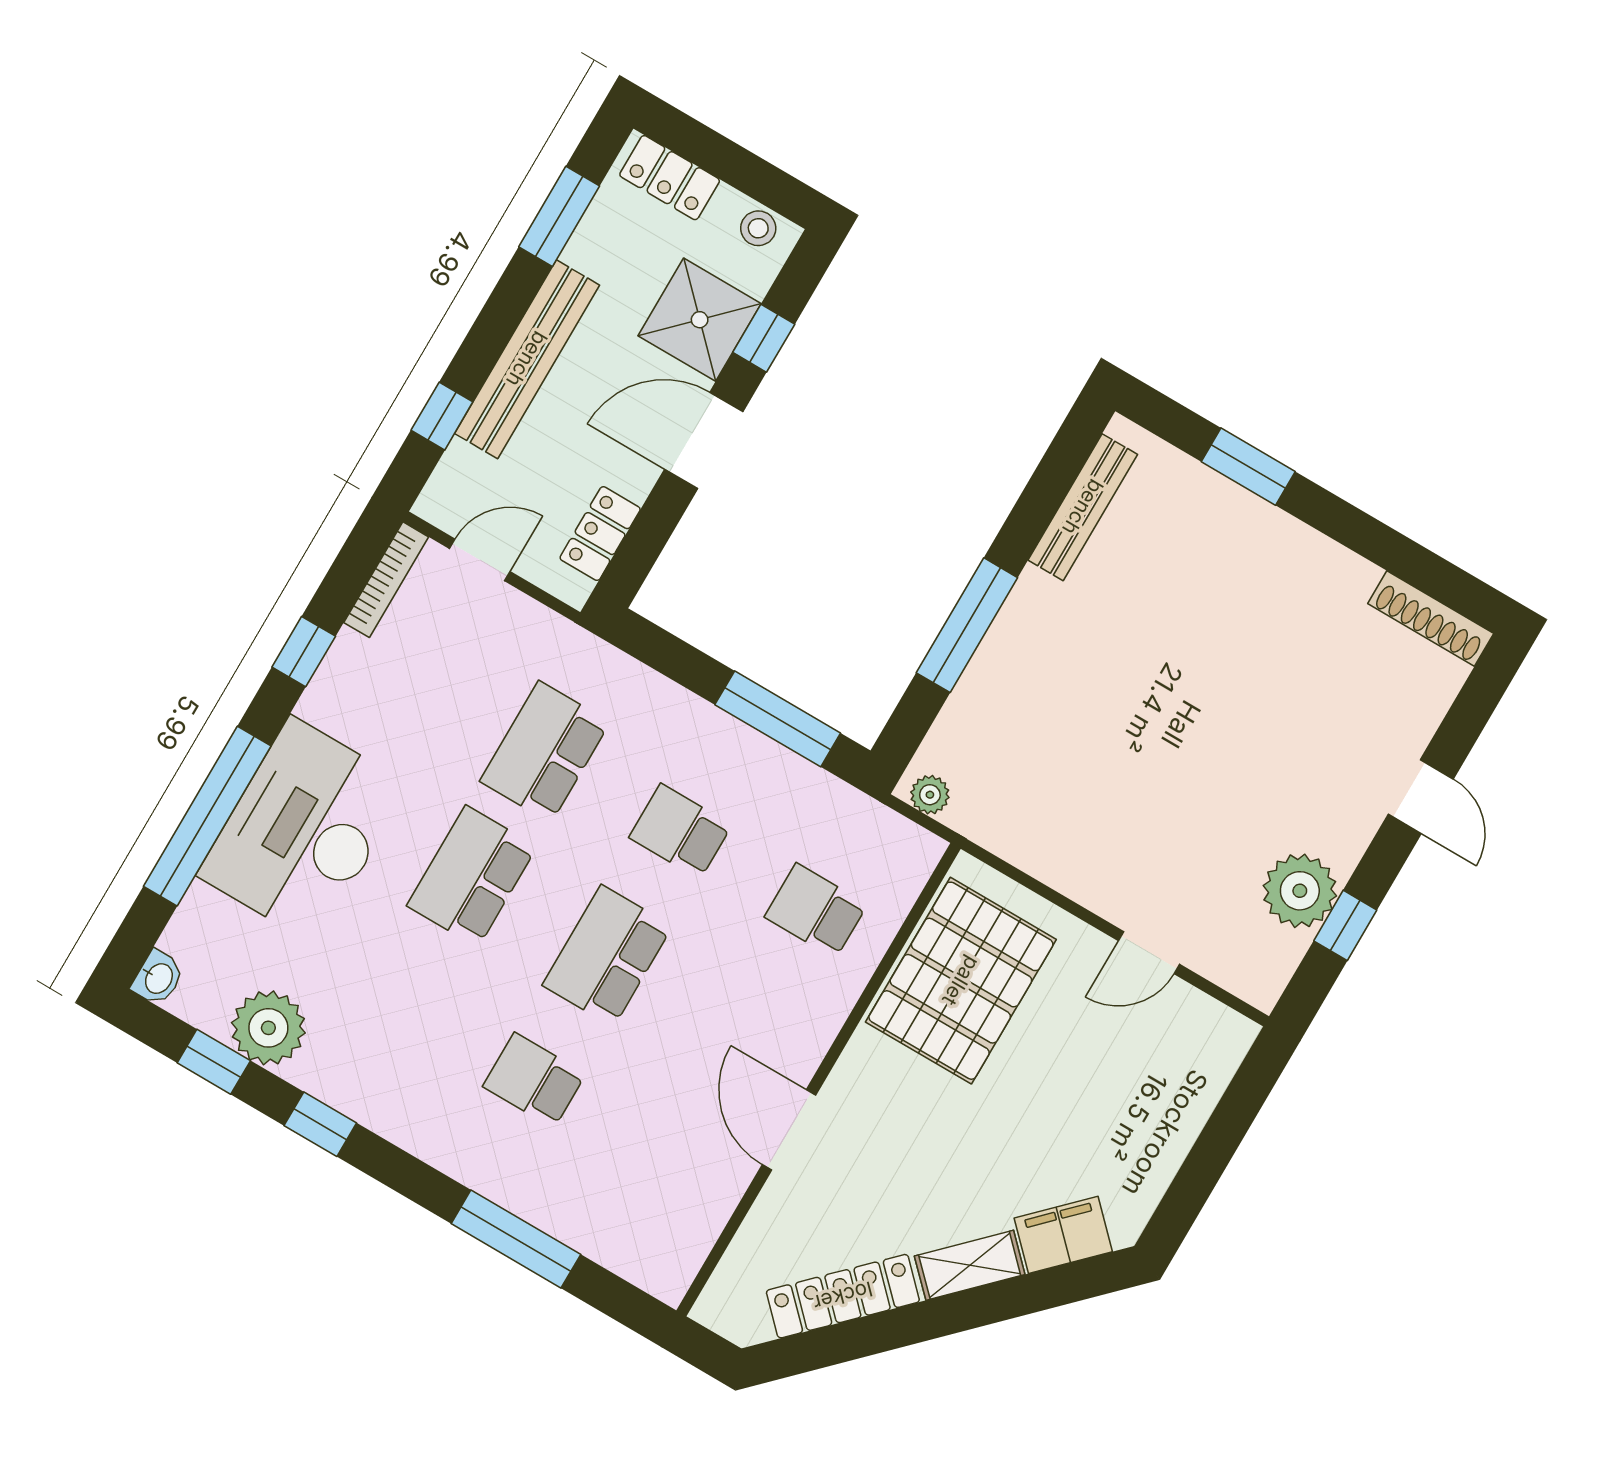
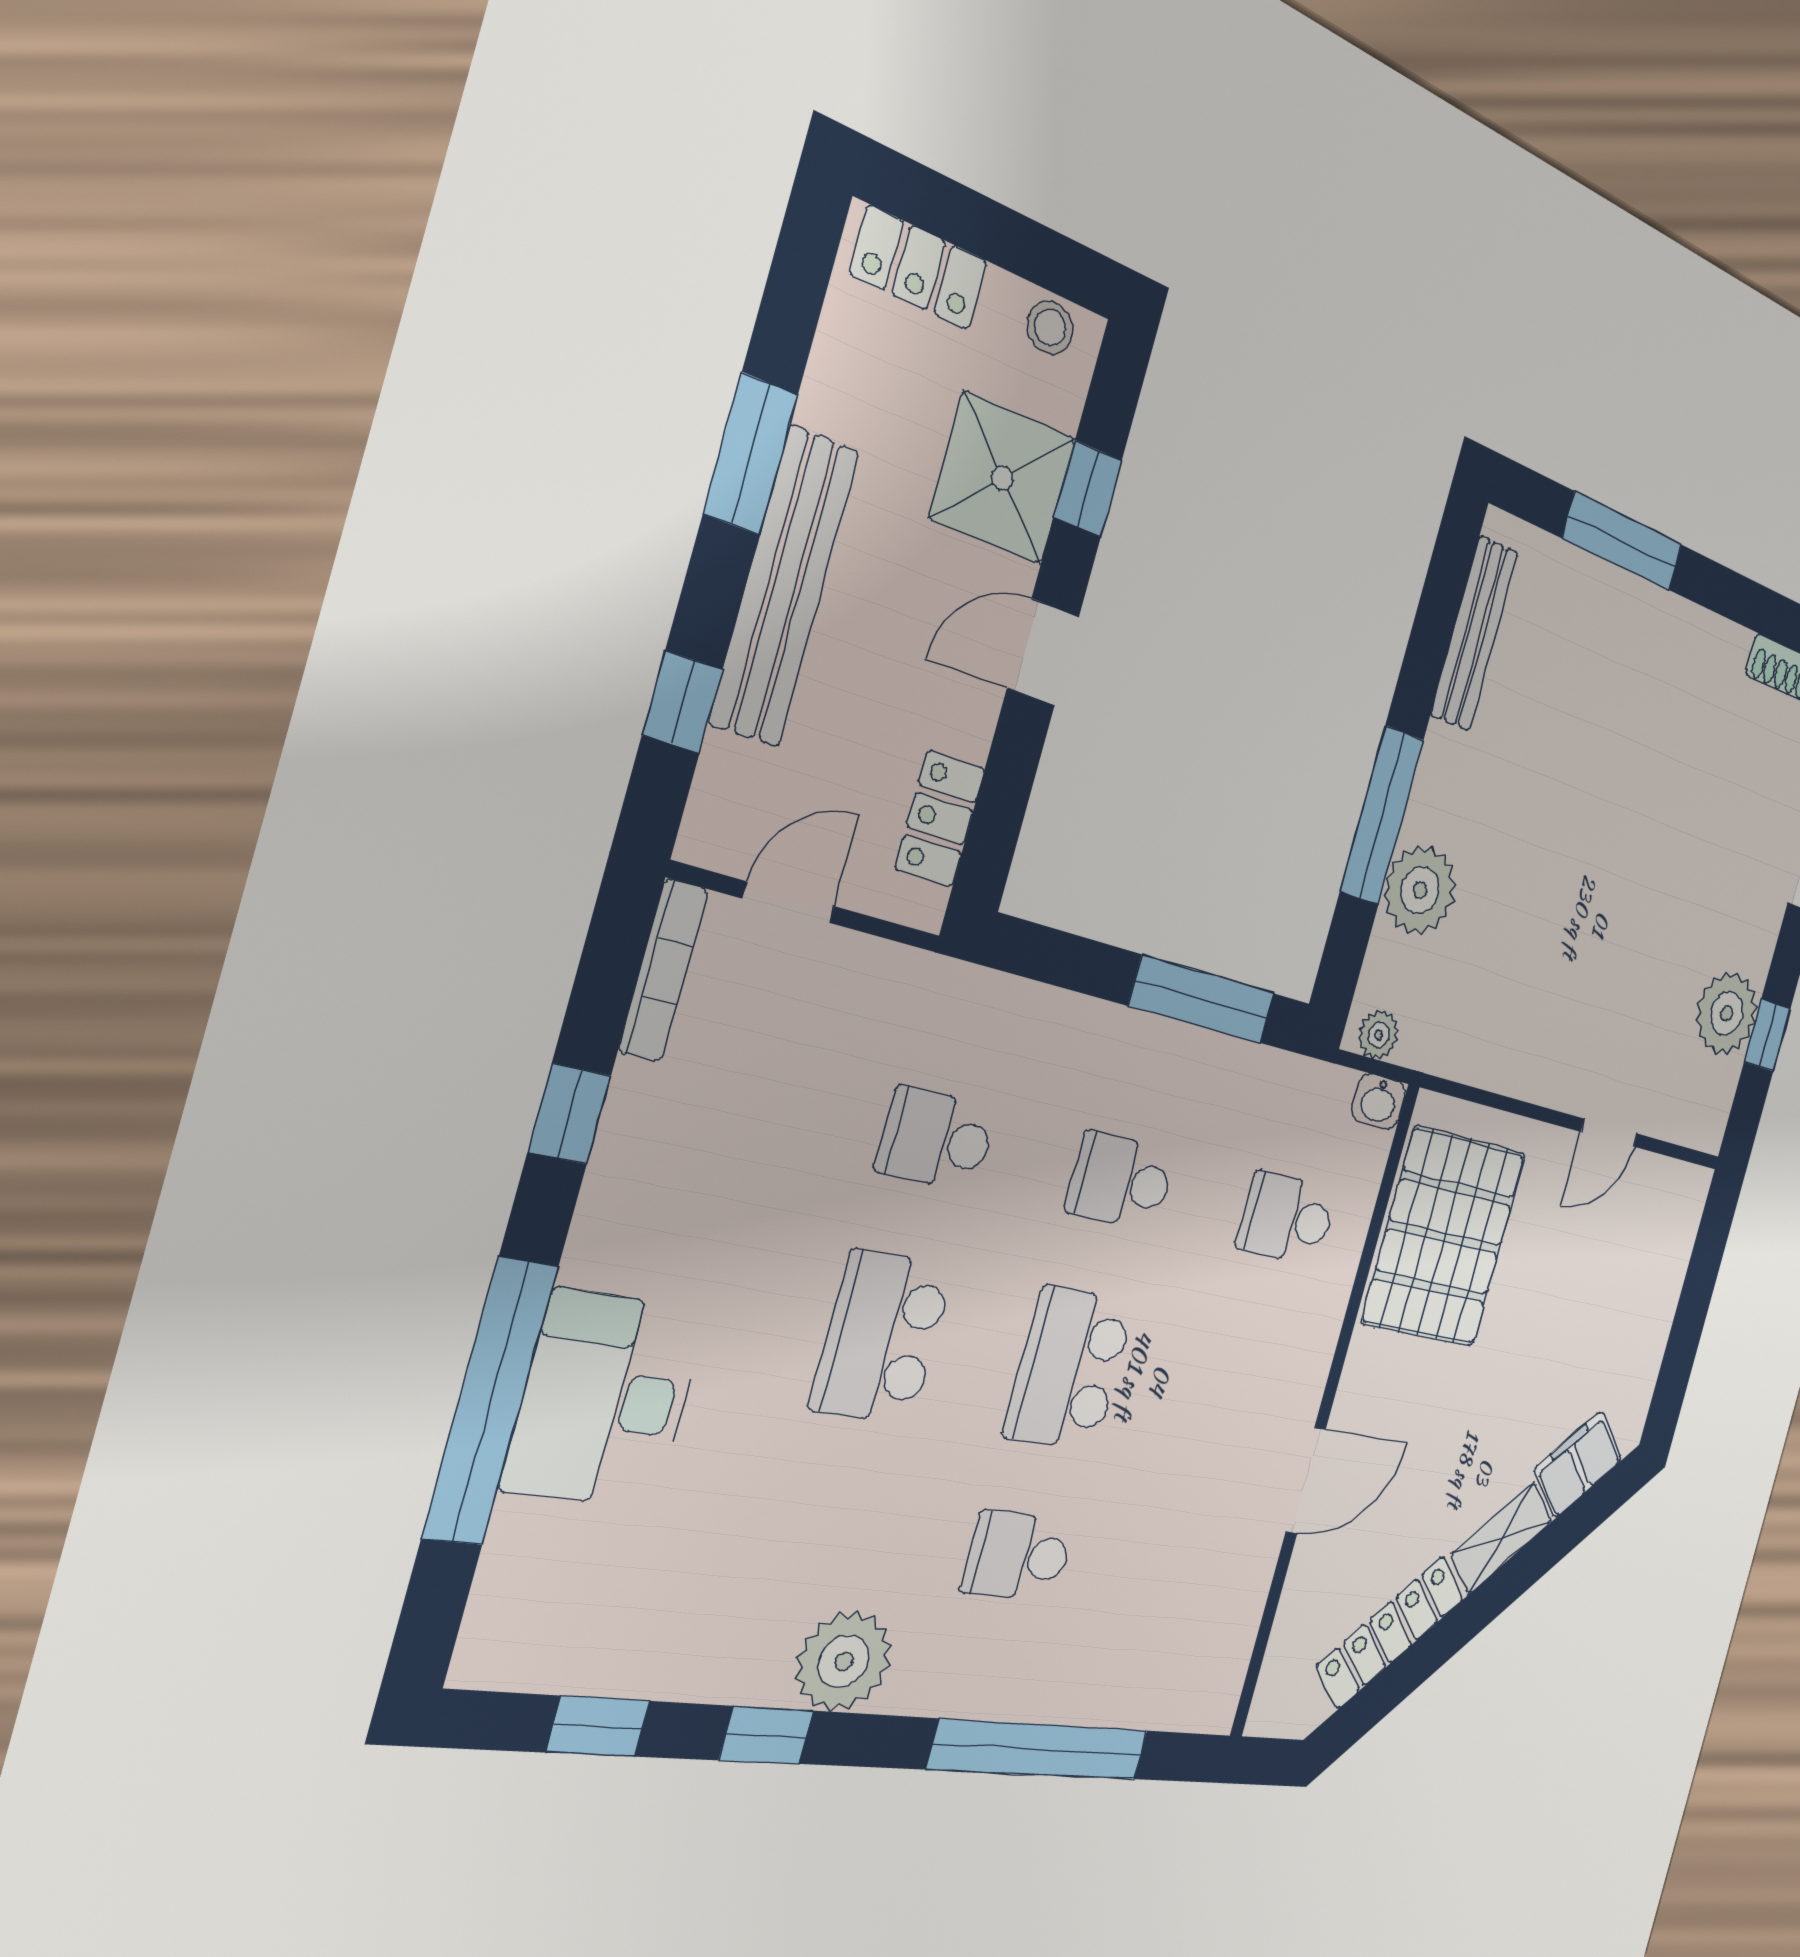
window: (559, 216) -> (751, 454), moved
door: (704, 440) -> (1043, 652), width x0.73
window: (1248, 467) -> (1623, 542), width x1.44
plant: (992, 693) -> (1420, 890), added
school desk: (545, 752) -> (937, 1139), width x0.54
desk: (303, 830) -> (605, 1399), width x0.73, depth x0.77
washbasin: (158, 978) -> (1379, 1101), moved, turned 90
plant: (268, 1028) -> (844, 1661), moved
door: (789, 1130) -> (1306, 1481), swing flipped
window: (516, 1239) -> (1039, 1750), width x1.46

